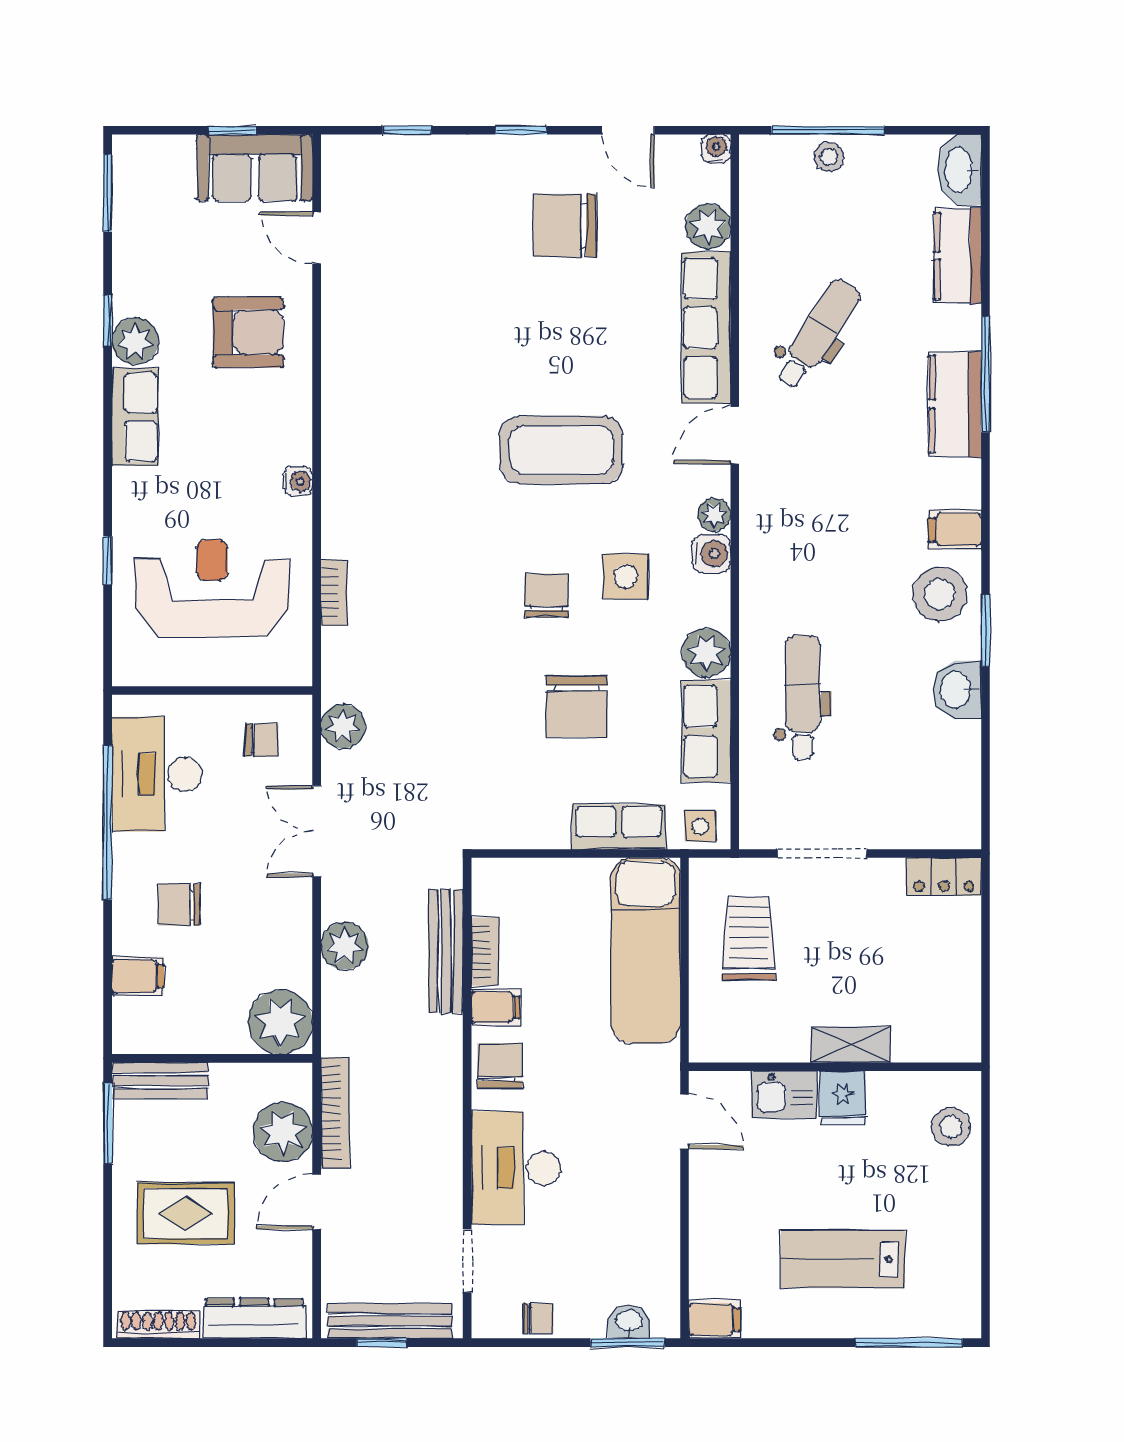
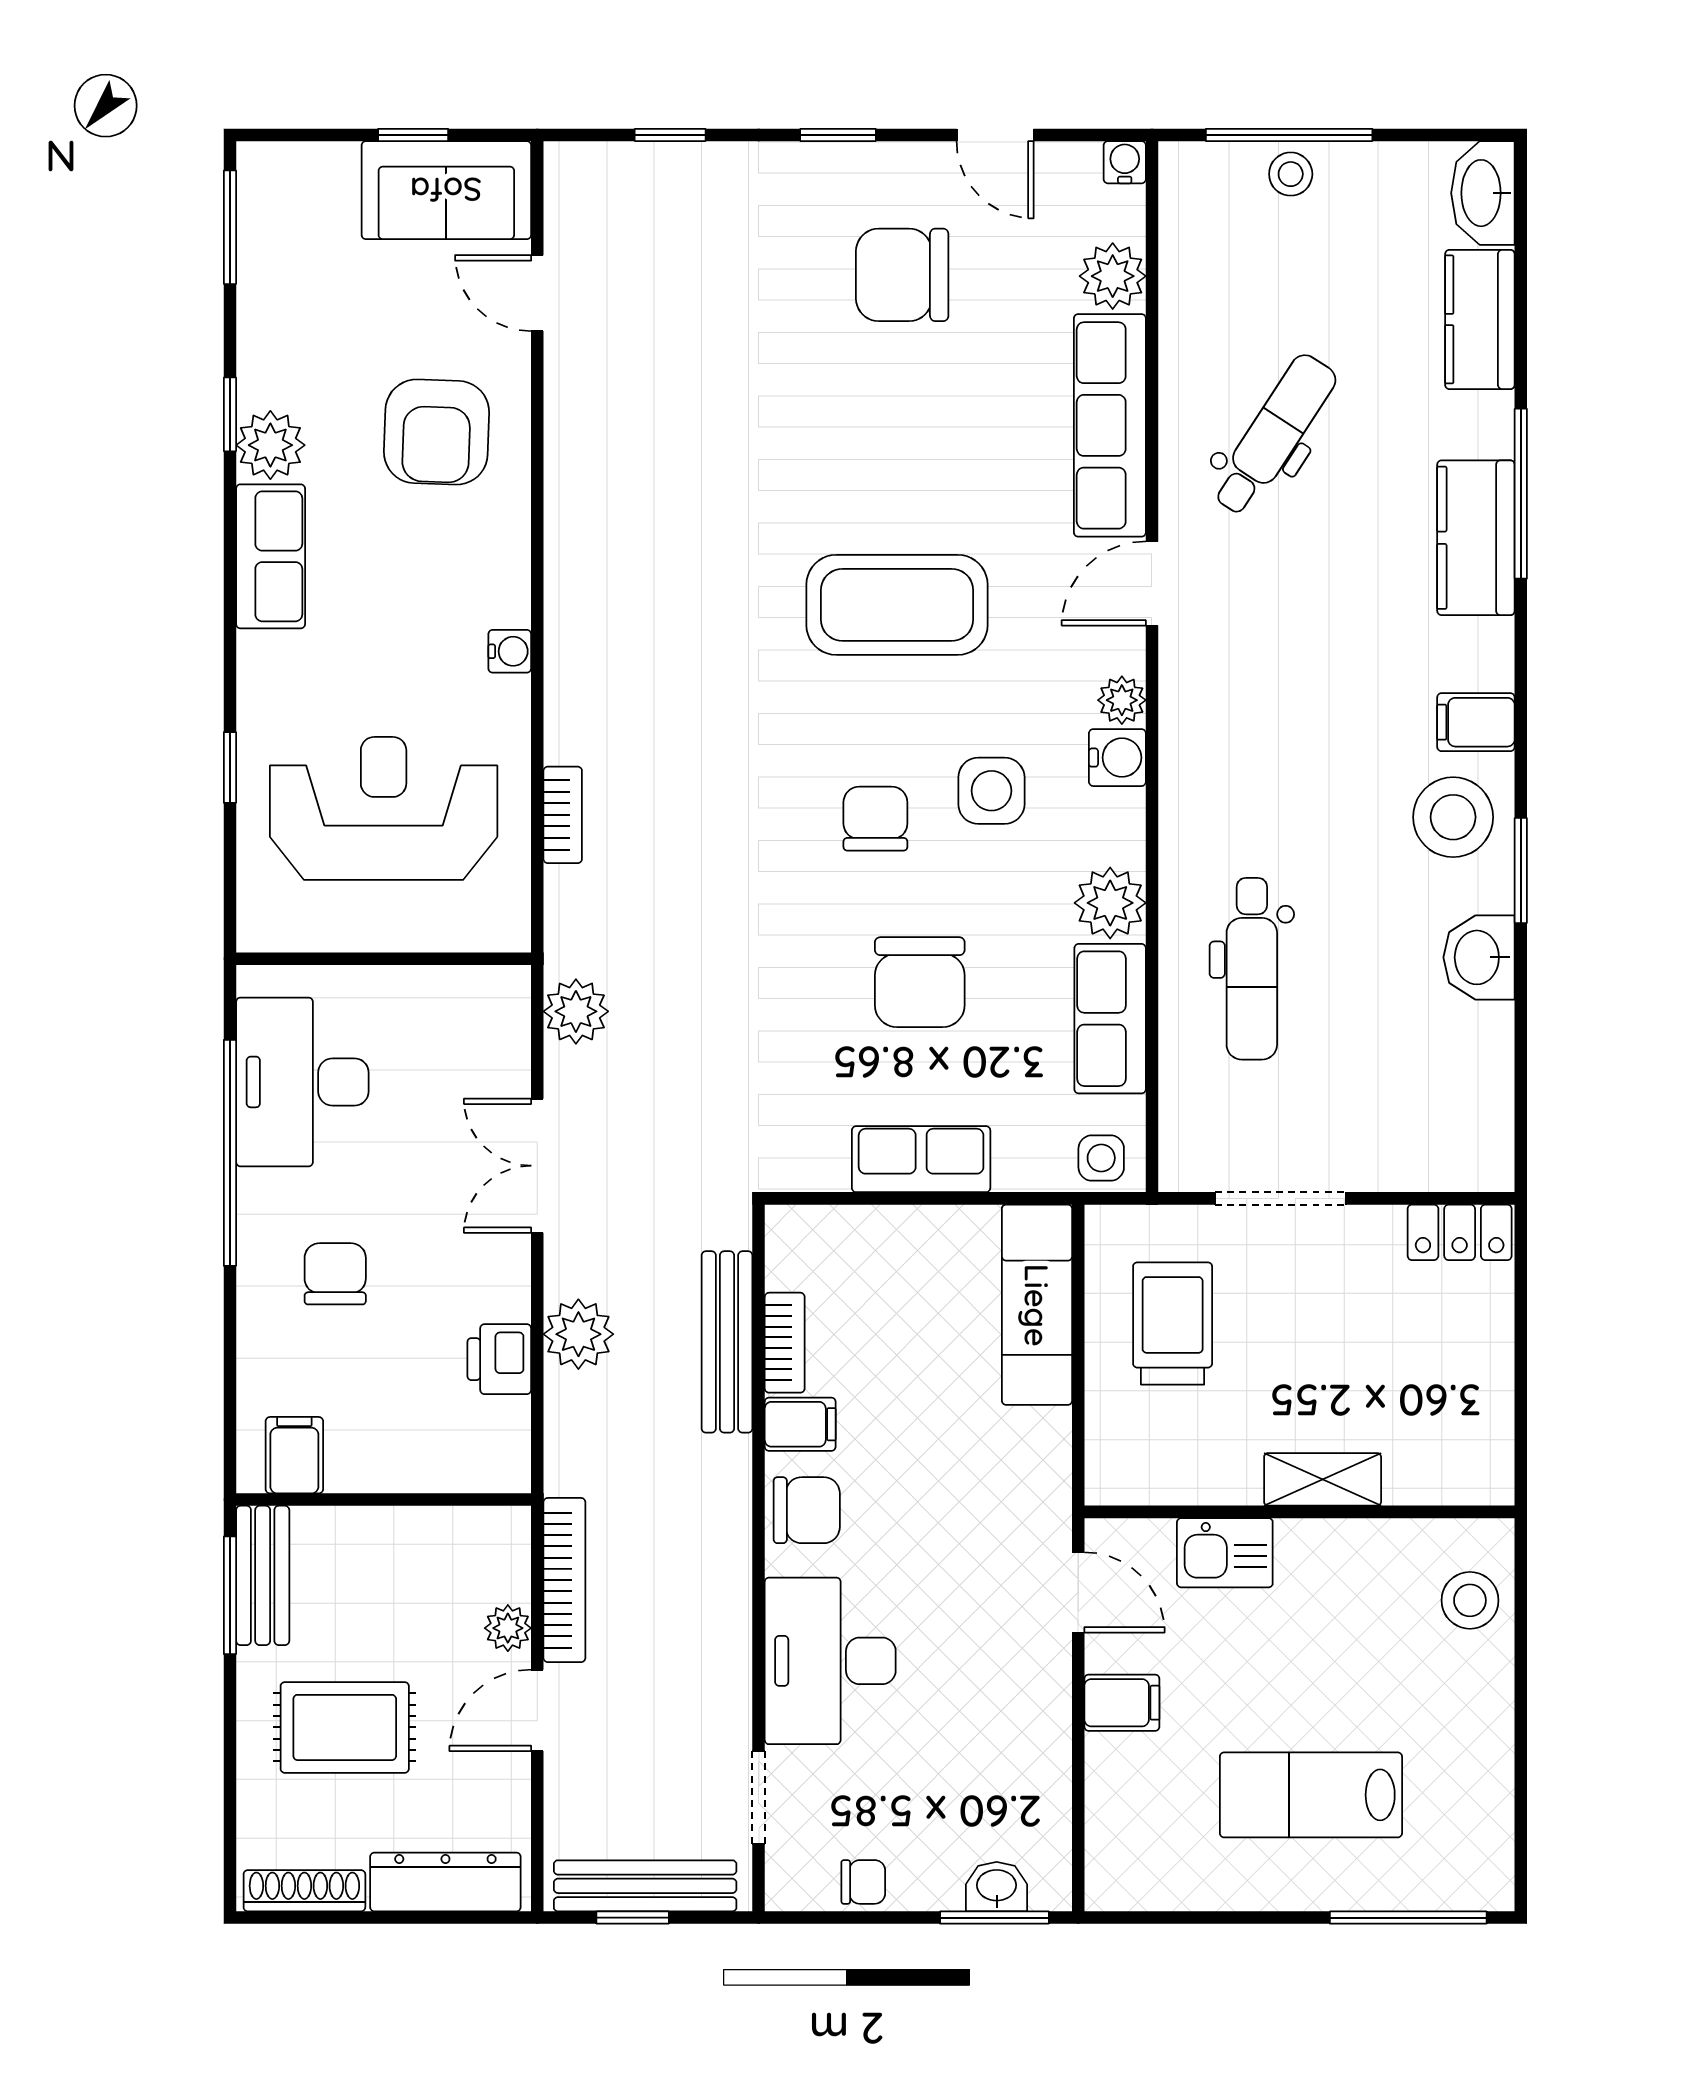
armchair: (248, 332) -> (437, 432), turned 92
dental chair: (803, 697) -> (1252, 969), turned 180
chair: (262, 740) -> (457, 1031), removed
row of seats: (619, 827) -> (921, 1159), moved
chair: (179, 905) -> (335, 1274), turned 90
exam couch: (646, 951) -> (1037, 1305), width x0.73, depth x0.69
printer: (291, 963) -> (499, 1359), added
filing cabinet: (138, 976) -> (294, 1455), moved, turned -90
plant: (280, 1022) -> (484, 1446), removed
chair: (500, 1066) -> (807, 1510), turned 90
bench: (160, 1081) -> (263, 1575), moved, turned 90
fridge: (843, 1098) -> (1311, 1558), removed
plant: (283, 1132) -> (508, 1628), width x0.53, depth x0.53
filing cabinet: (714, 1319) -> (1122, 1703), moved

